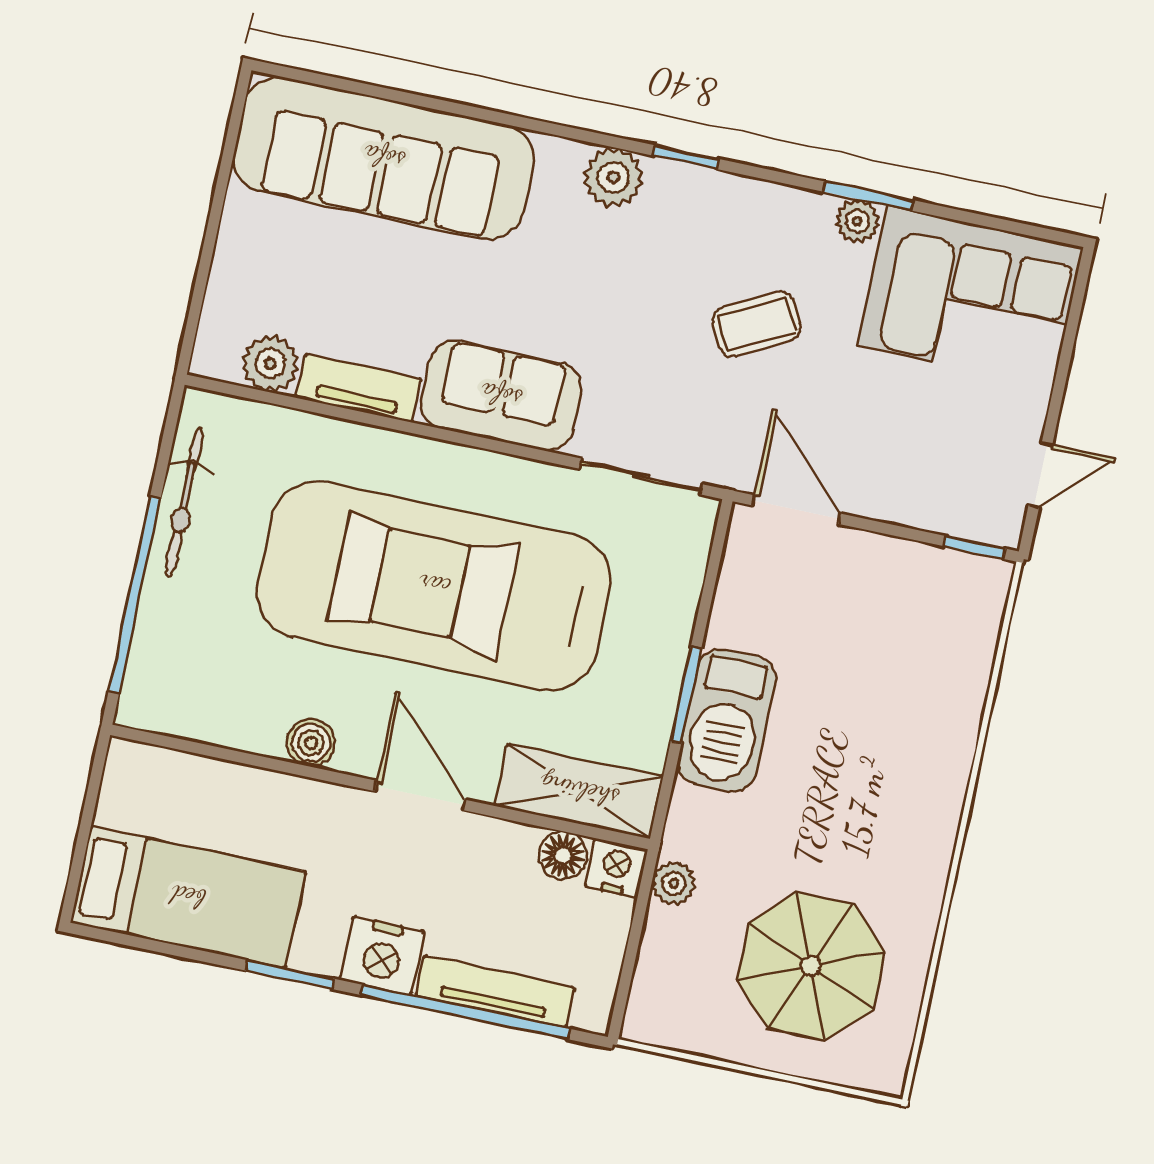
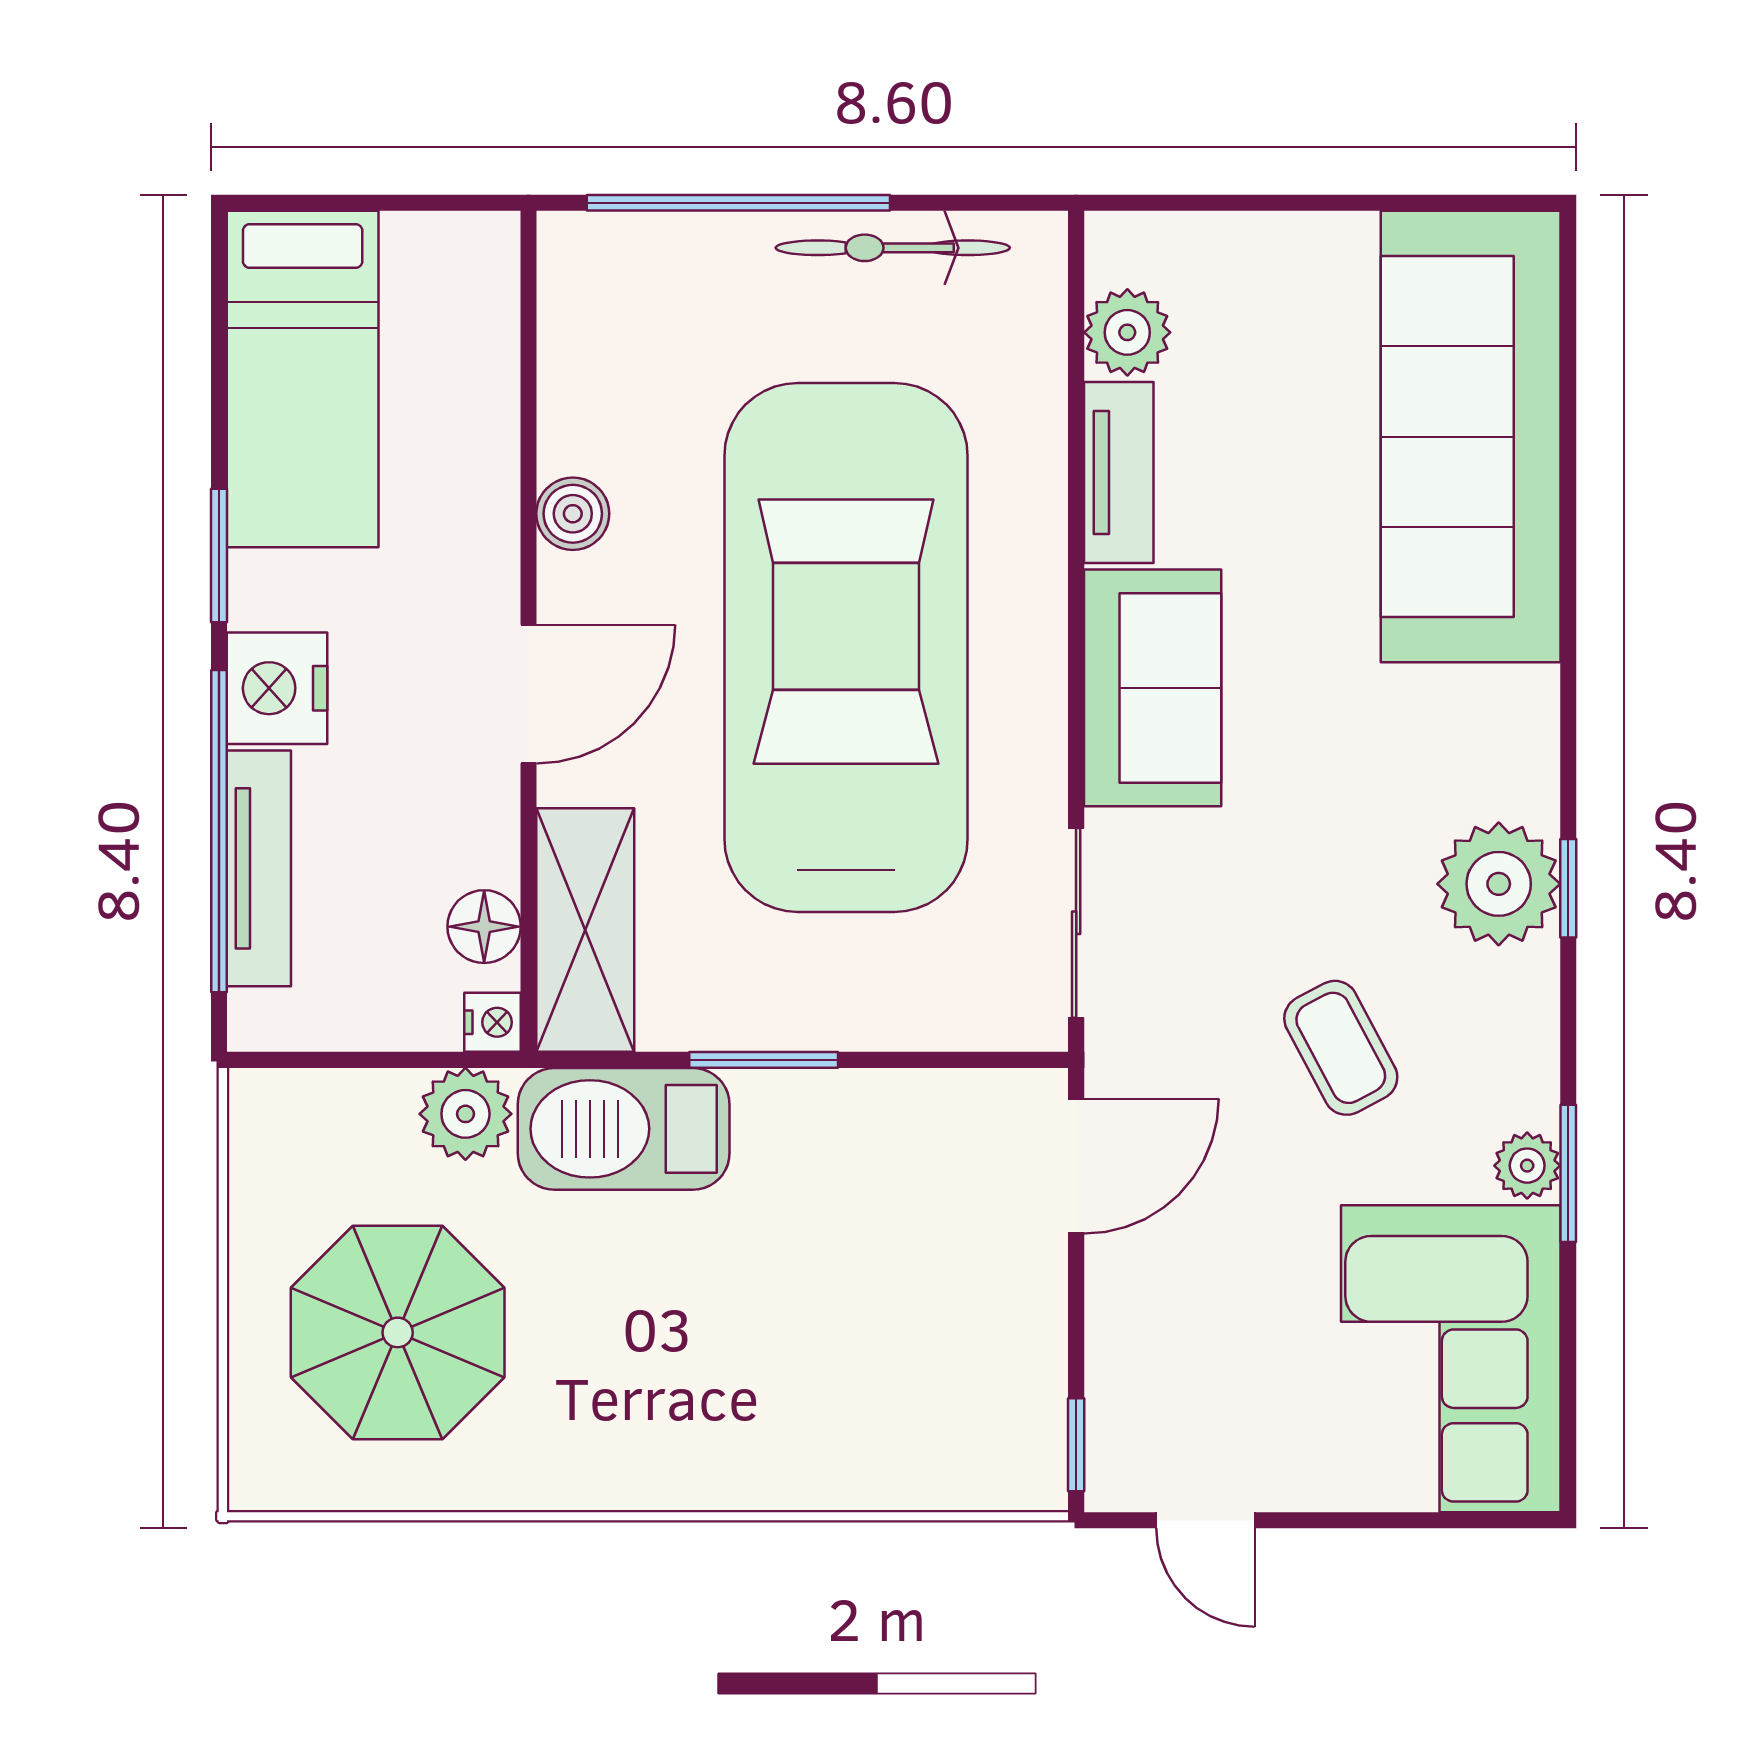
plant: (613, 177) -> (1499, 884), moved, width x1.36, depth x1.36
barbecue: (727, 720) -> (624, 1129), moved
nightstand: (616, 868) -> (493, 1022), width x0.72, depth x0.74
plant: (674, 883) -> (465, 1114), width x1.38, depth x1.38

